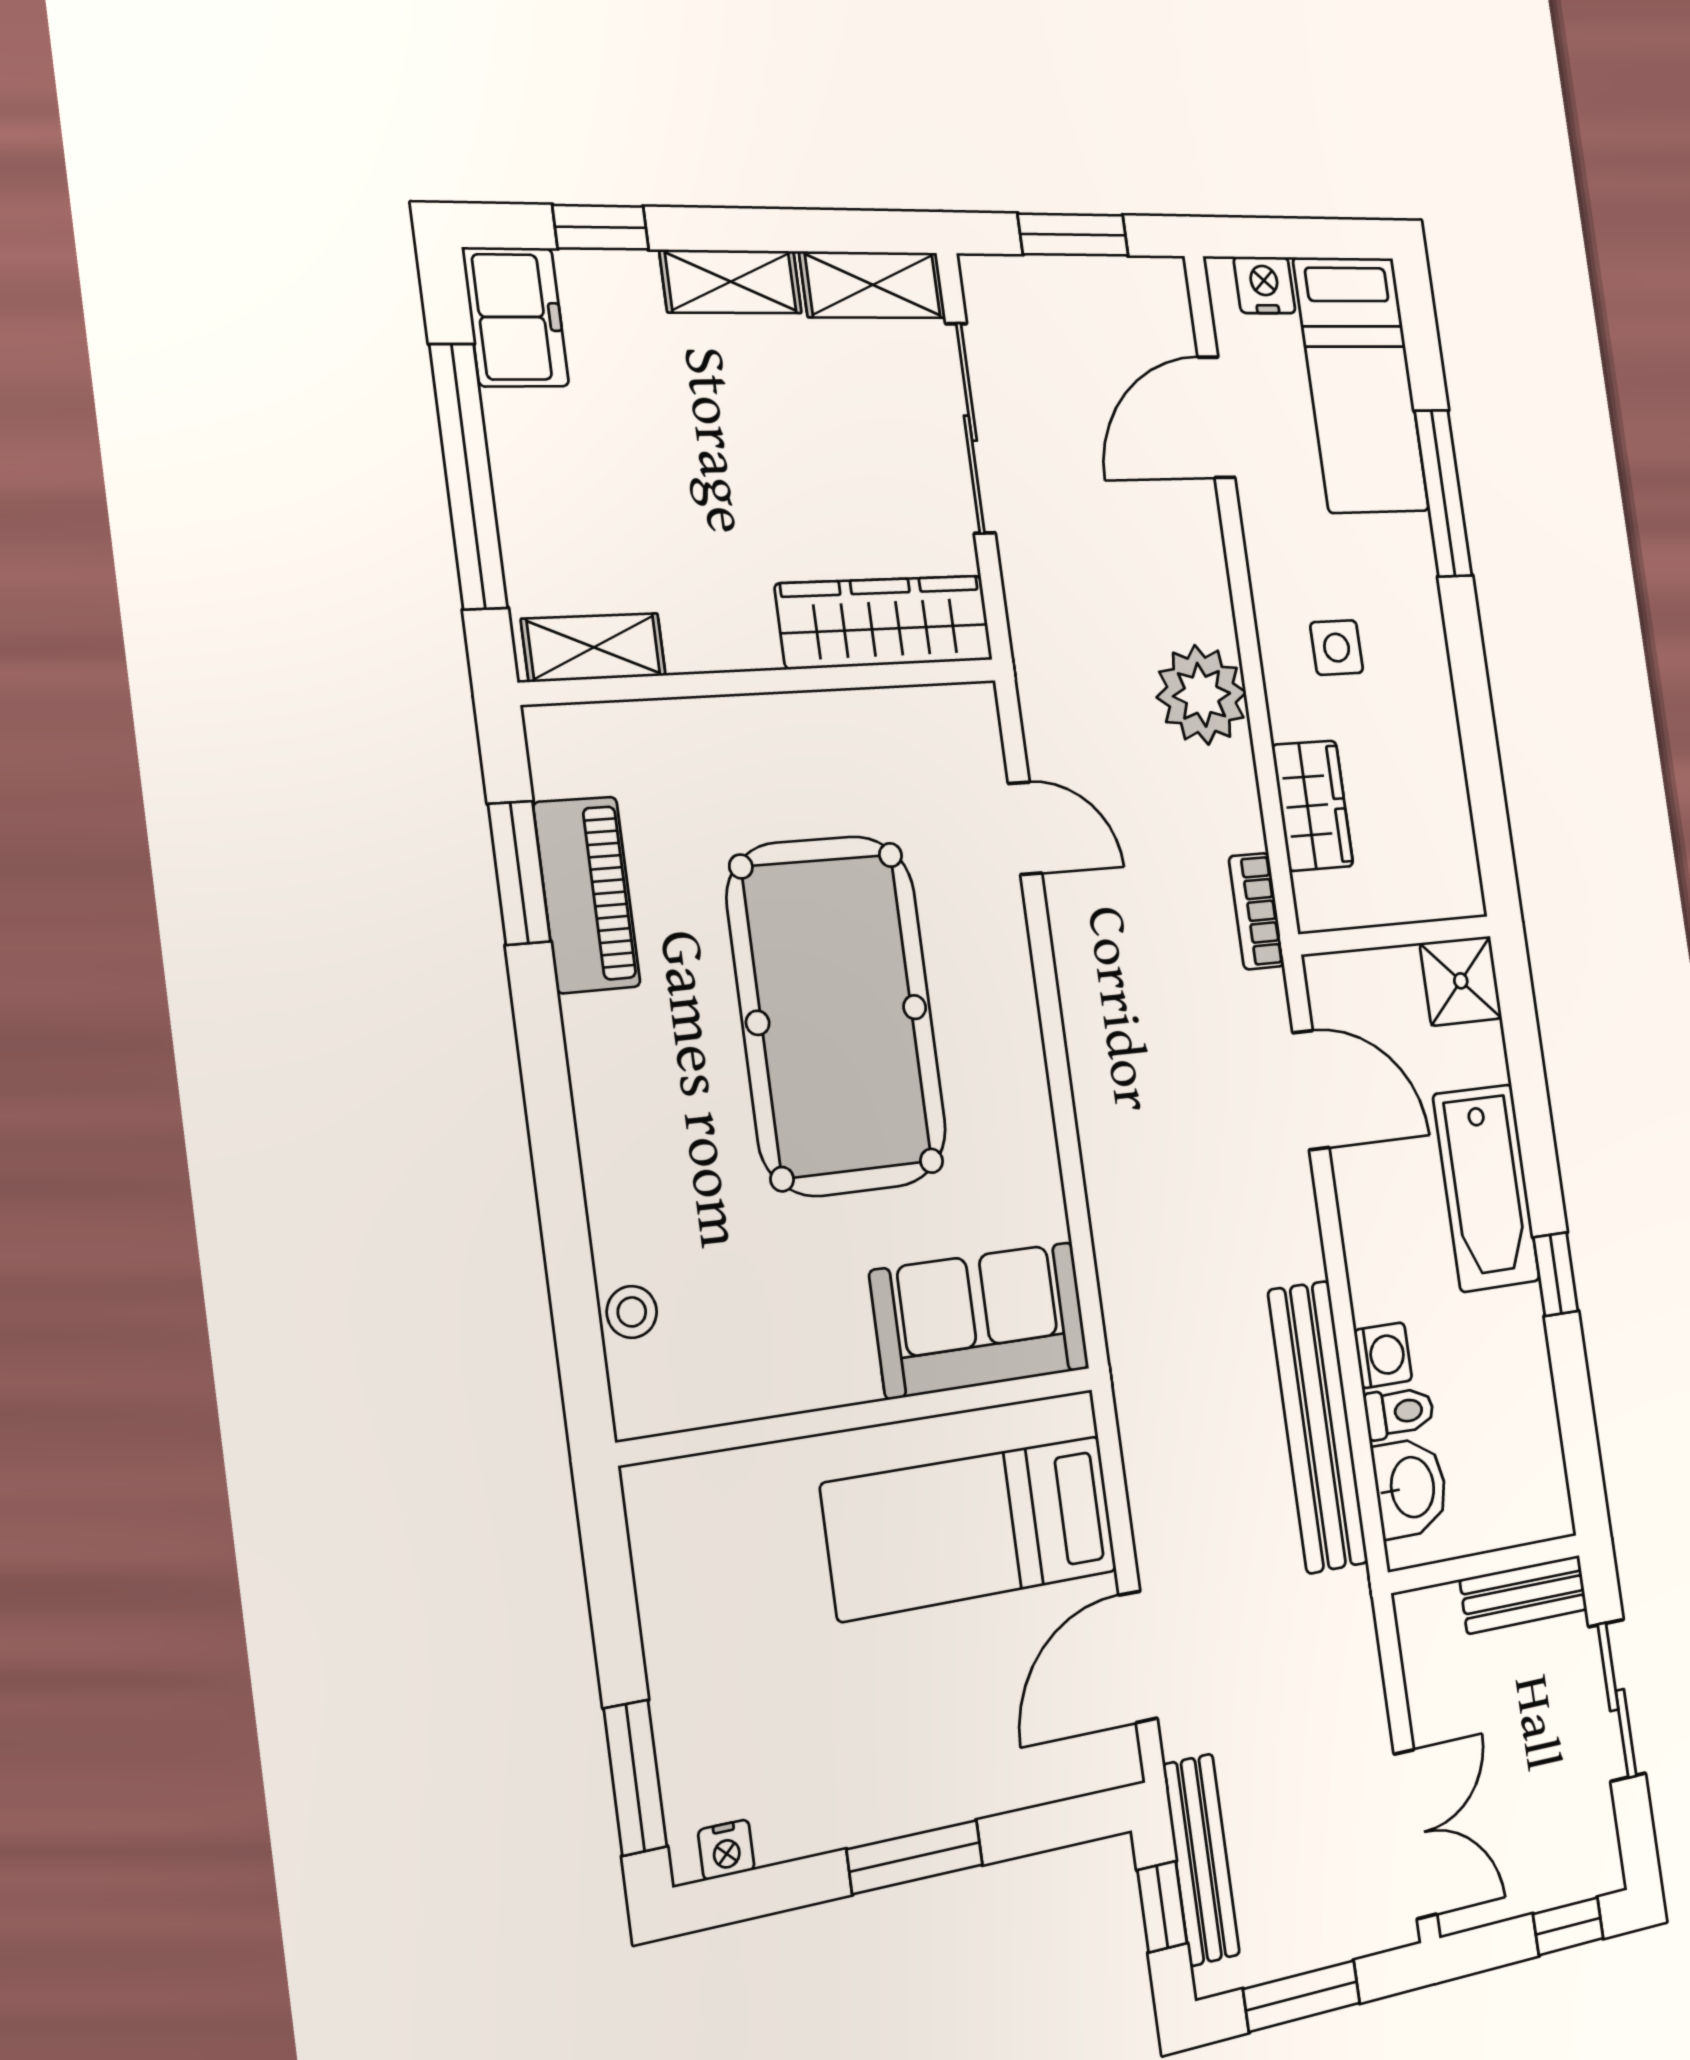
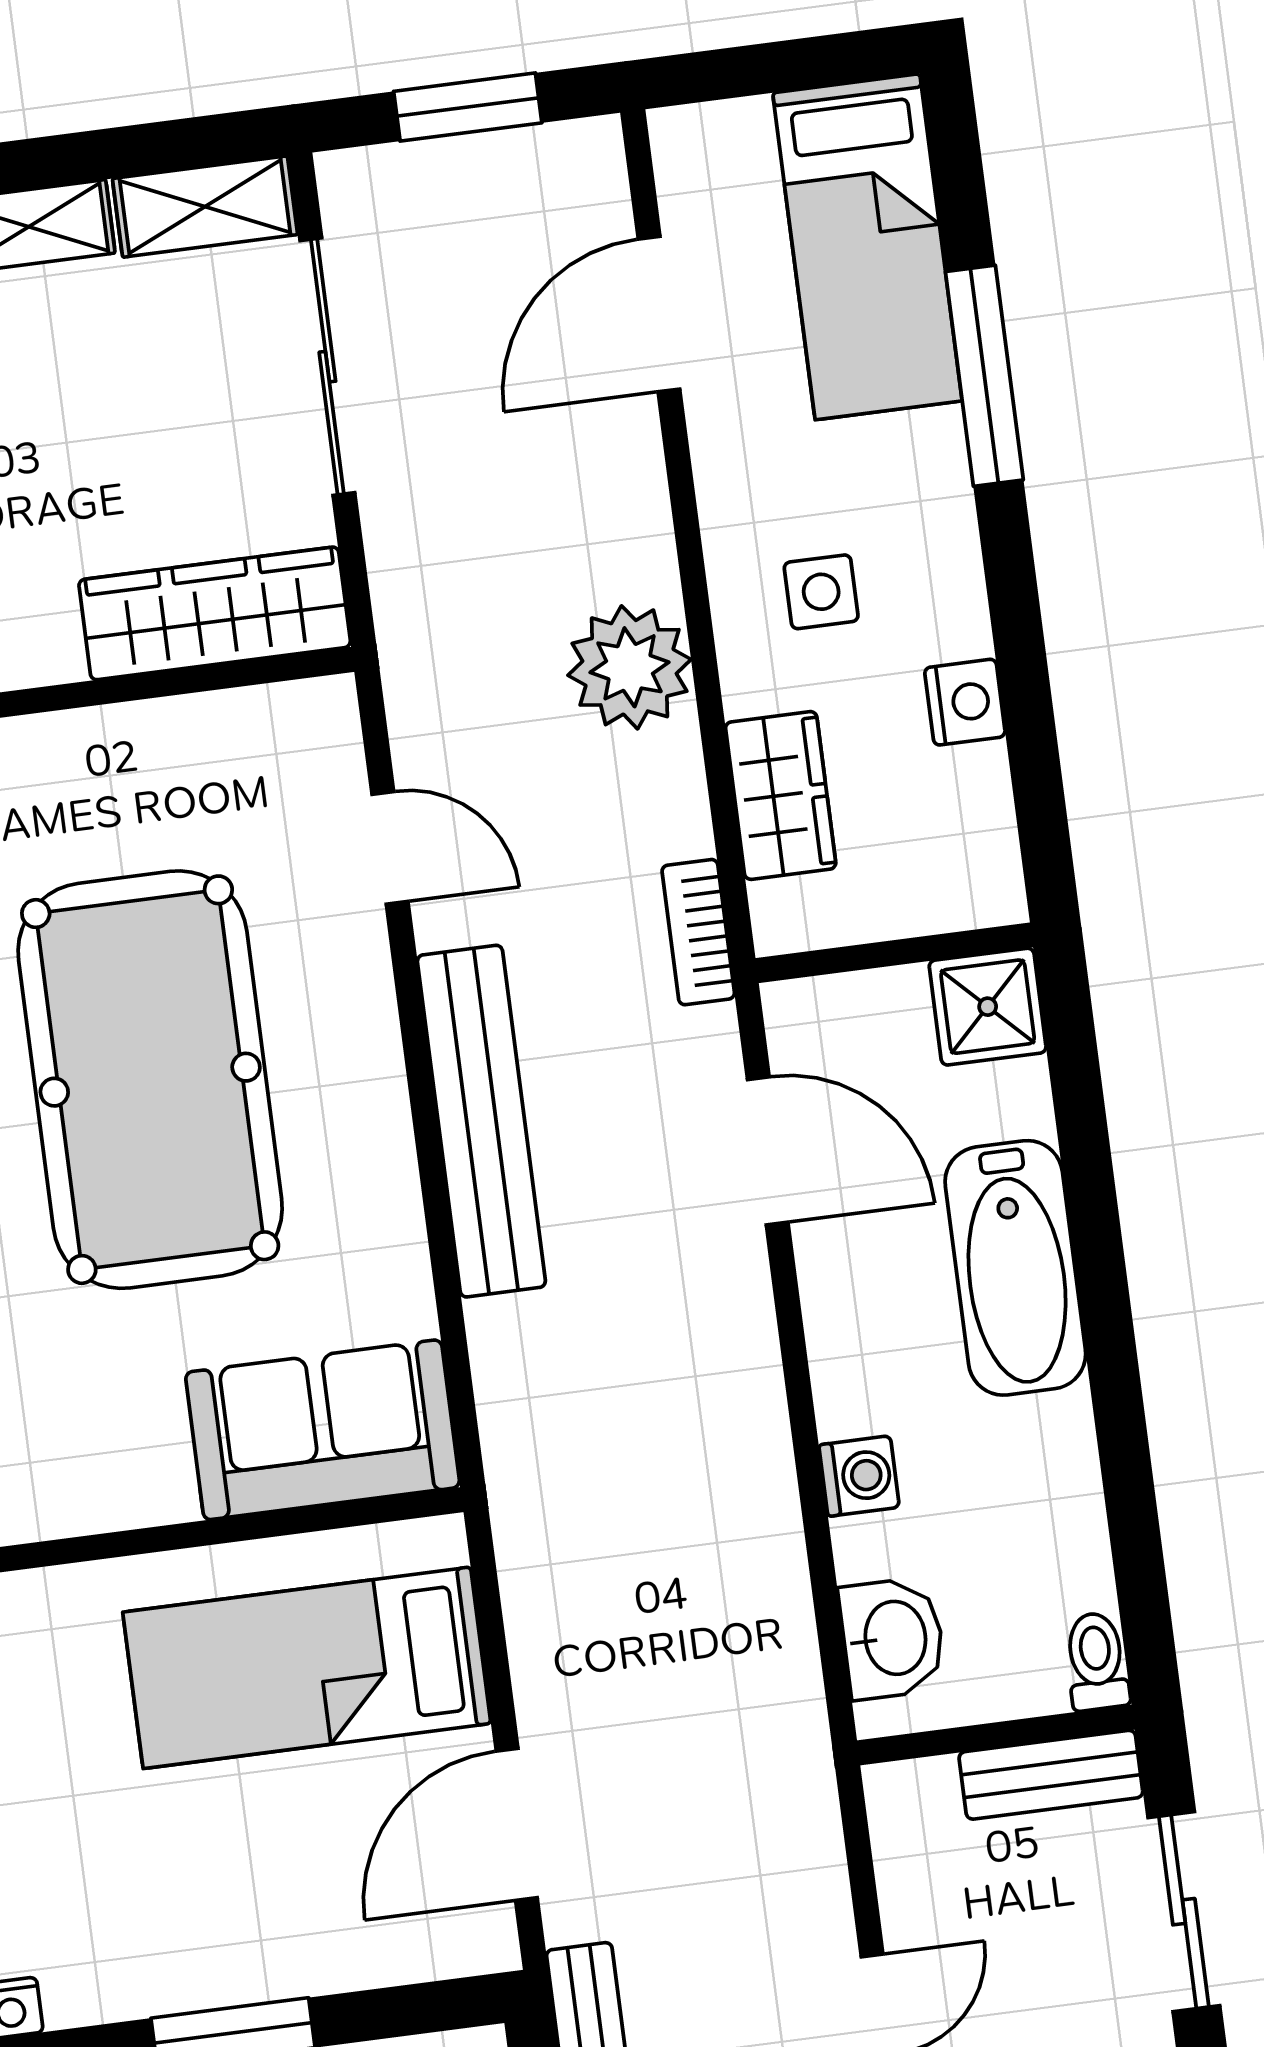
nightstand: (1264, 285) -> (965, 702), moved, turned 90
window: (1556, 1274) -> (1114, 1376), removed
toilet: (1399, 1412) -> (1097, 1661), moved, turned -90
bench: (1318, 1427) -> (481, 1121), moved

